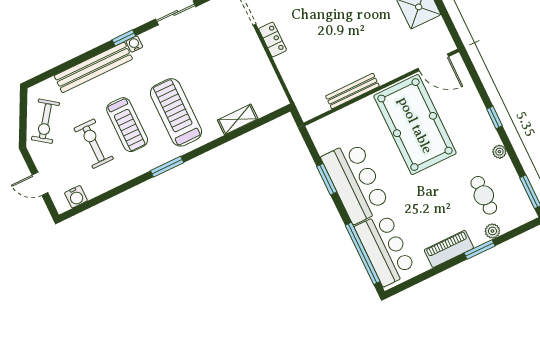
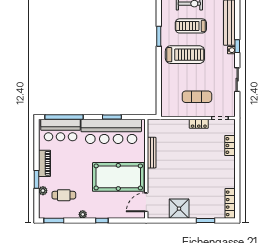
exercise mat: (232, 62) -> (197, 97), added
shelving: (238, 119) -> (166, 85), removed
bar counter: (356, 182) -> (111, 131), width x1.36

